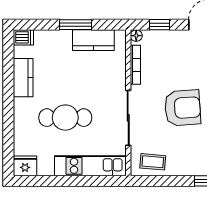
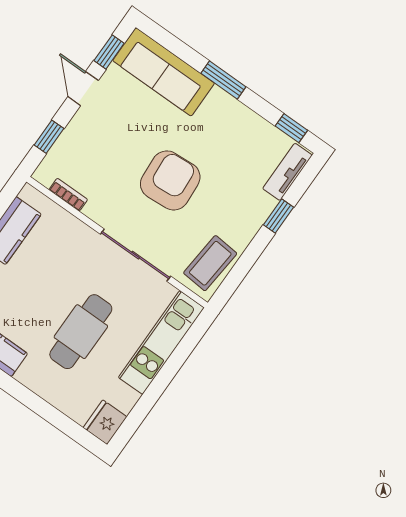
floor lamp: (136, 36) -> (42, 175), removed
bookcase: (135, 65) -> (68, 195), width x0.64
coffee table: (153, 162) -> (210, 263), width x1.36, depth x1.30

